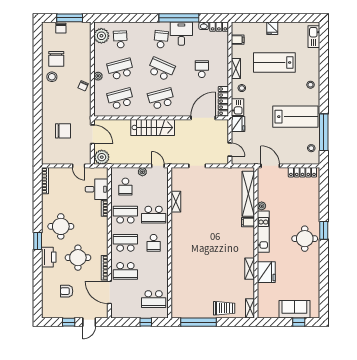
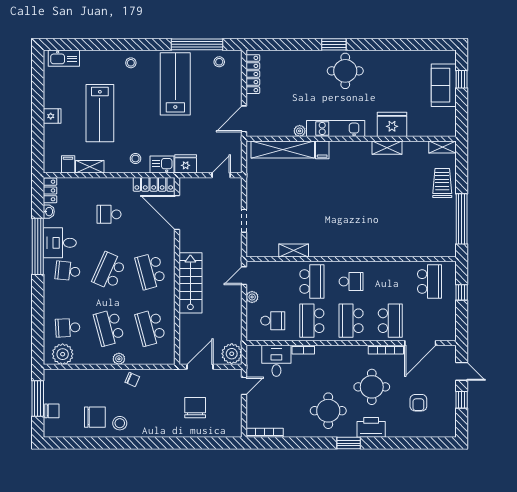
shelving: (236, 68) -> (90, 167), moved

